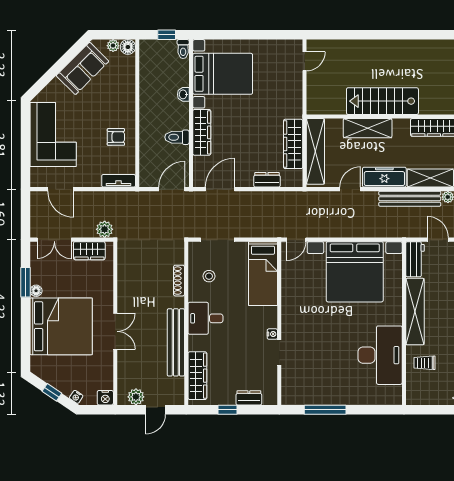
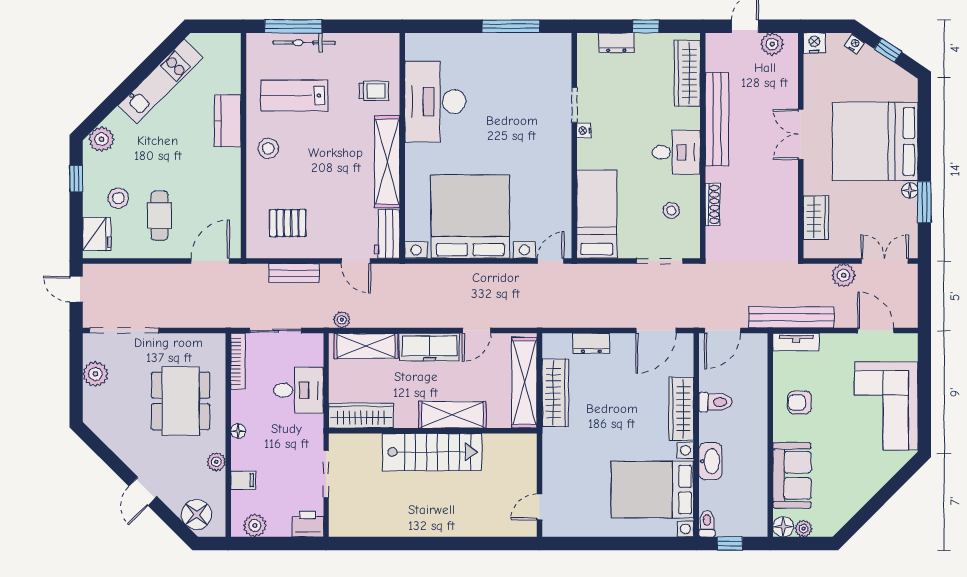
sofa: (83, 68) -> (792, 475), moved, turned 135
washbasin: (183, 94) -> (710, 461), width x1.91, depth x1.45
bench: (410, 199) -> (792, 317), moved
plant: (105, 229) -> (844, 275), moved
wardrobe: (89, 251) -> (816, 218), moved, turned 90

